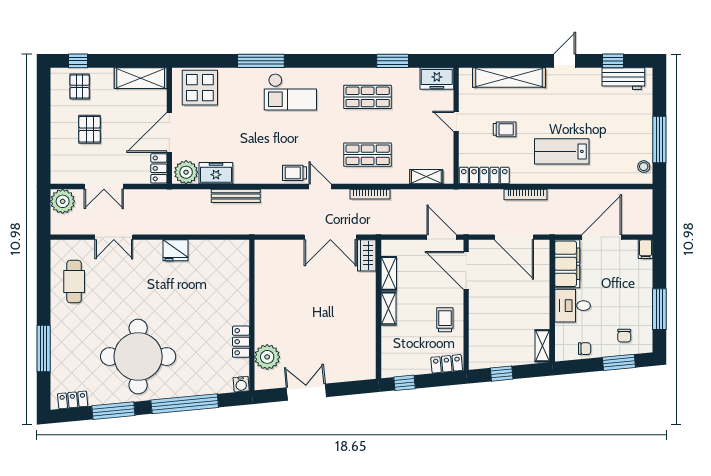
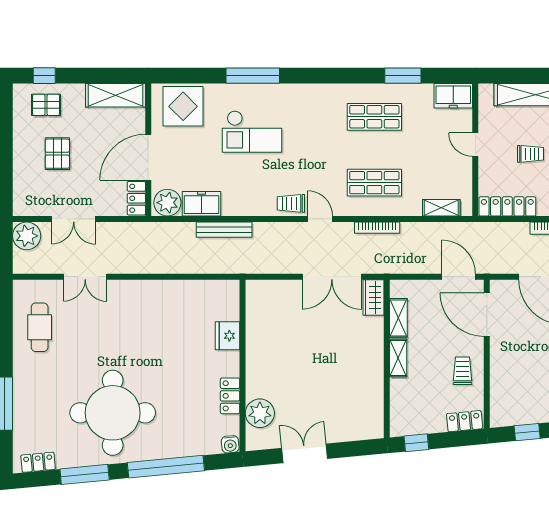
pallet: (80, 86) -> (46, 105), turned 90
checkout: (290, 92) -> (252, 132), moved
fridge: (175, 250) -> (228, 336), moved, turned 90

